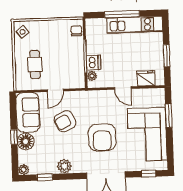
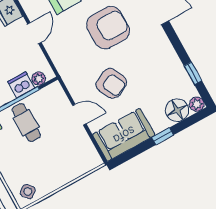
cafe table: (35, 64) -> (26, 123), moved, turned 90
floor lamp: (26, 142) -> (177, 110), moved
plant: (64, 166) -> (167, 56), removed

